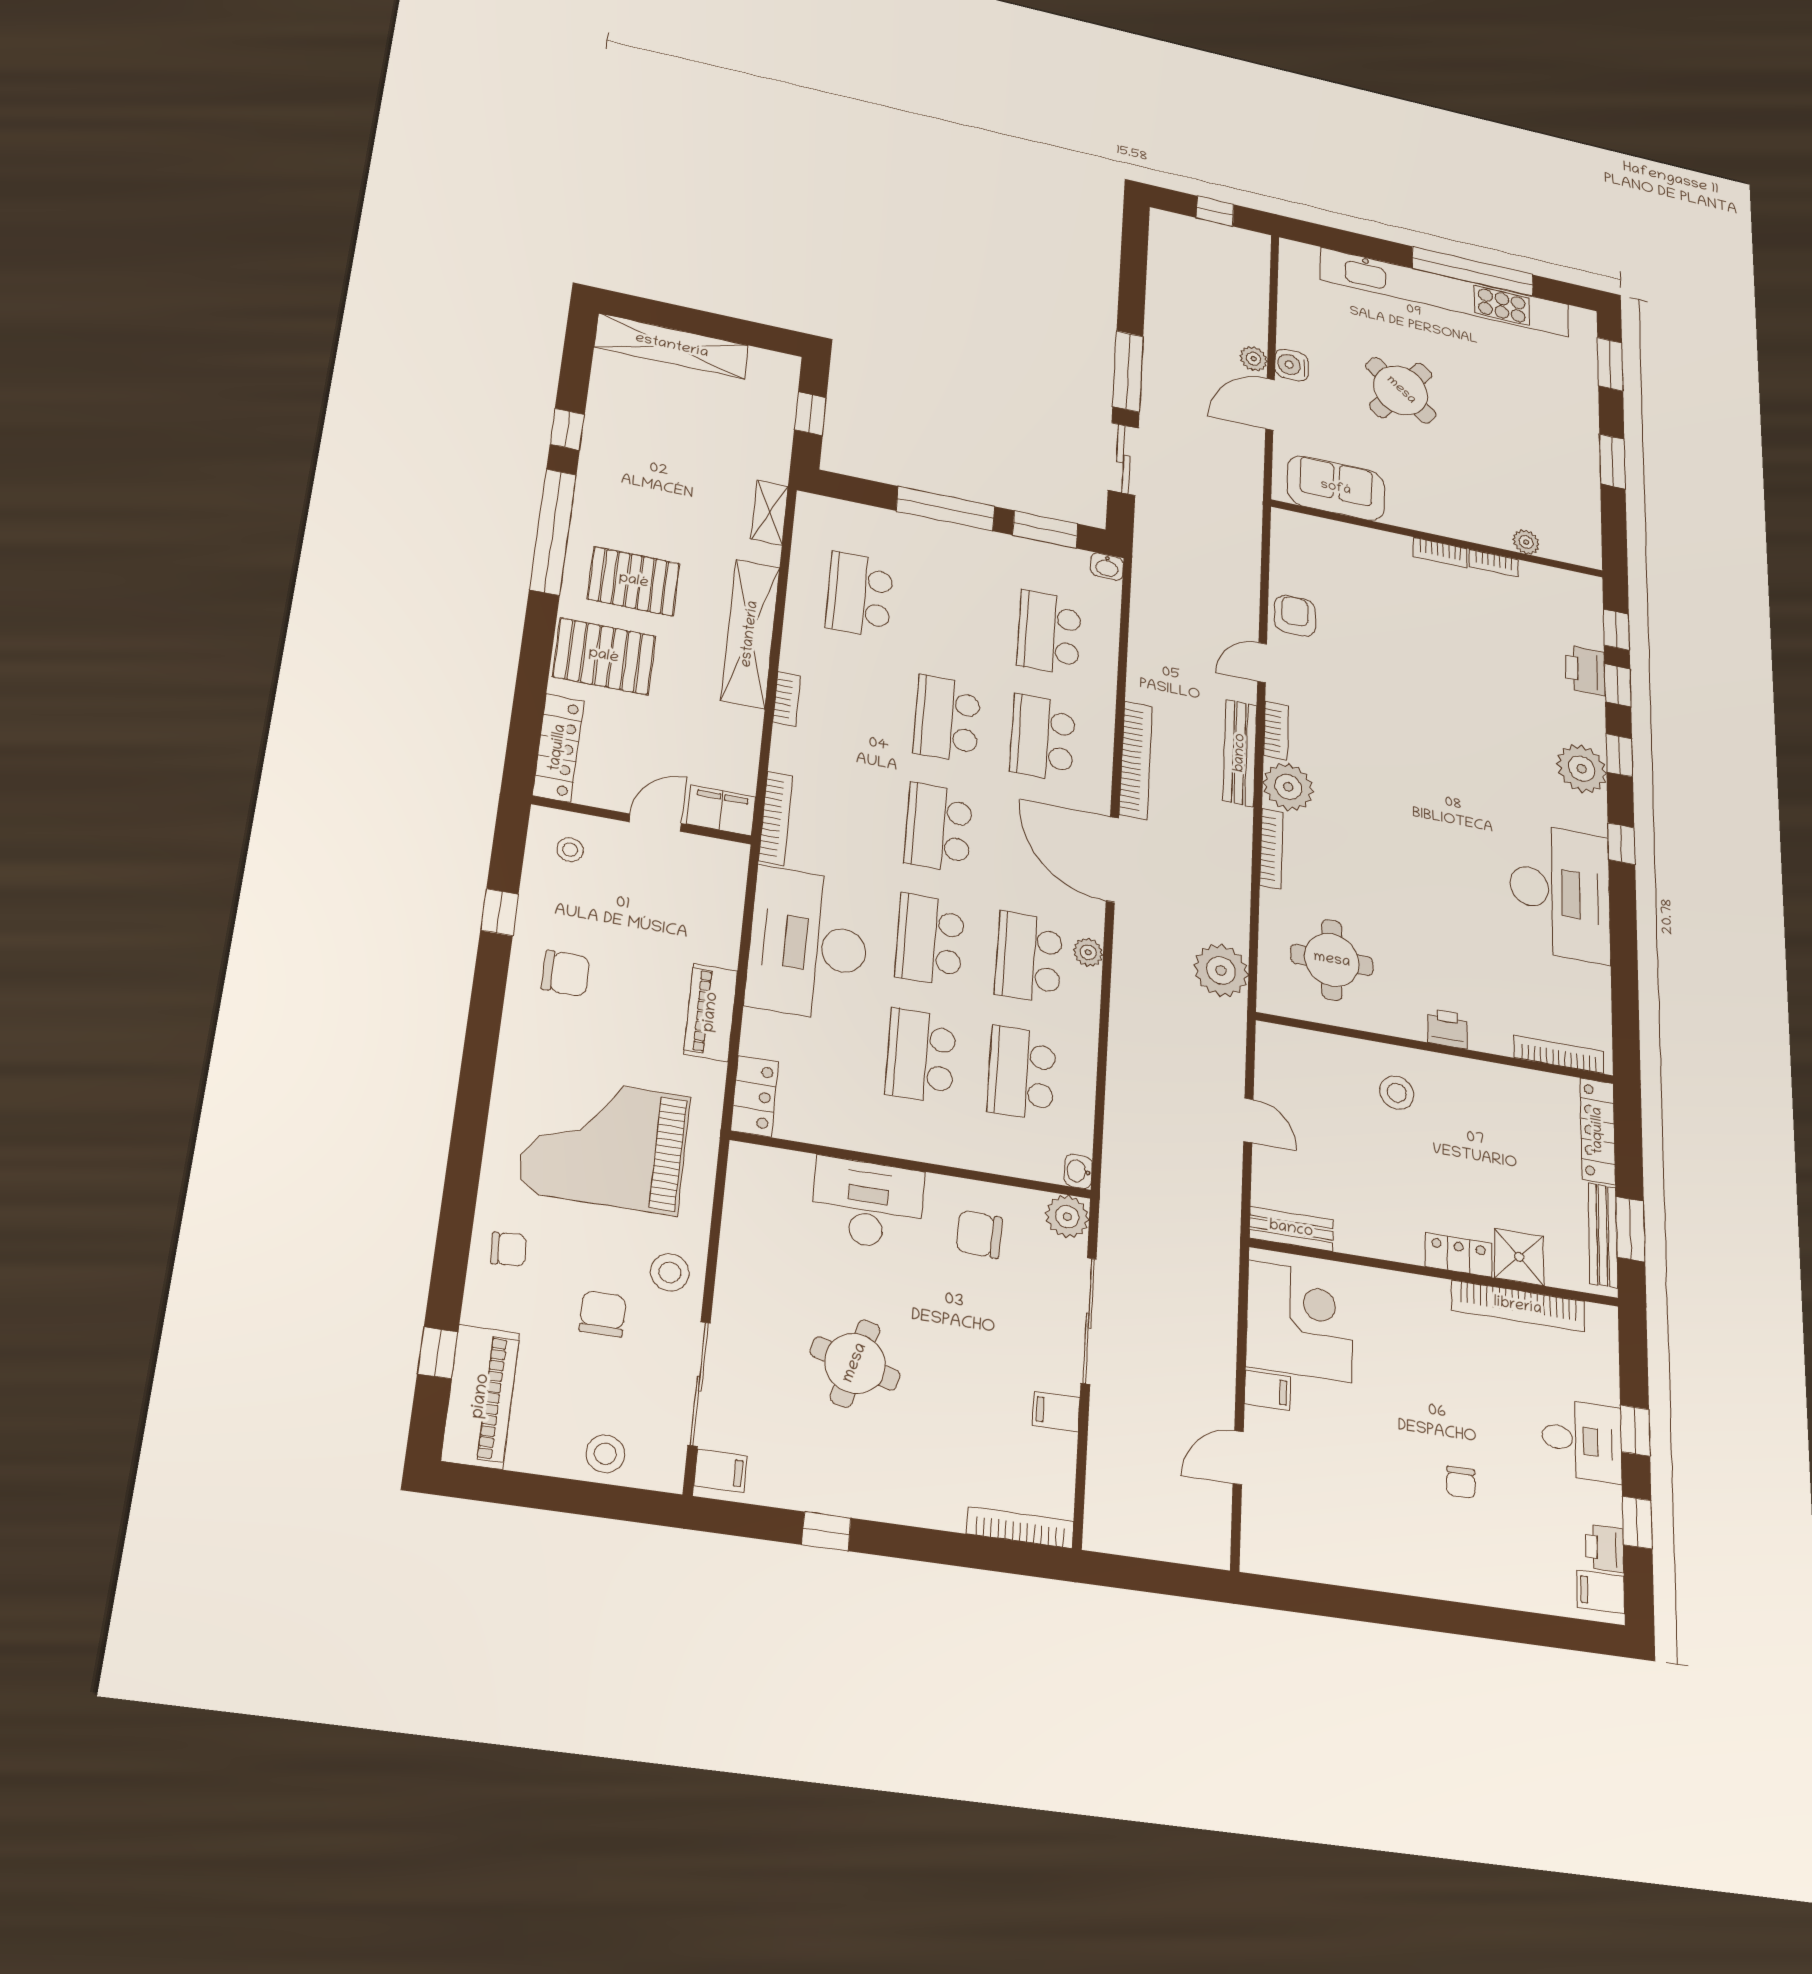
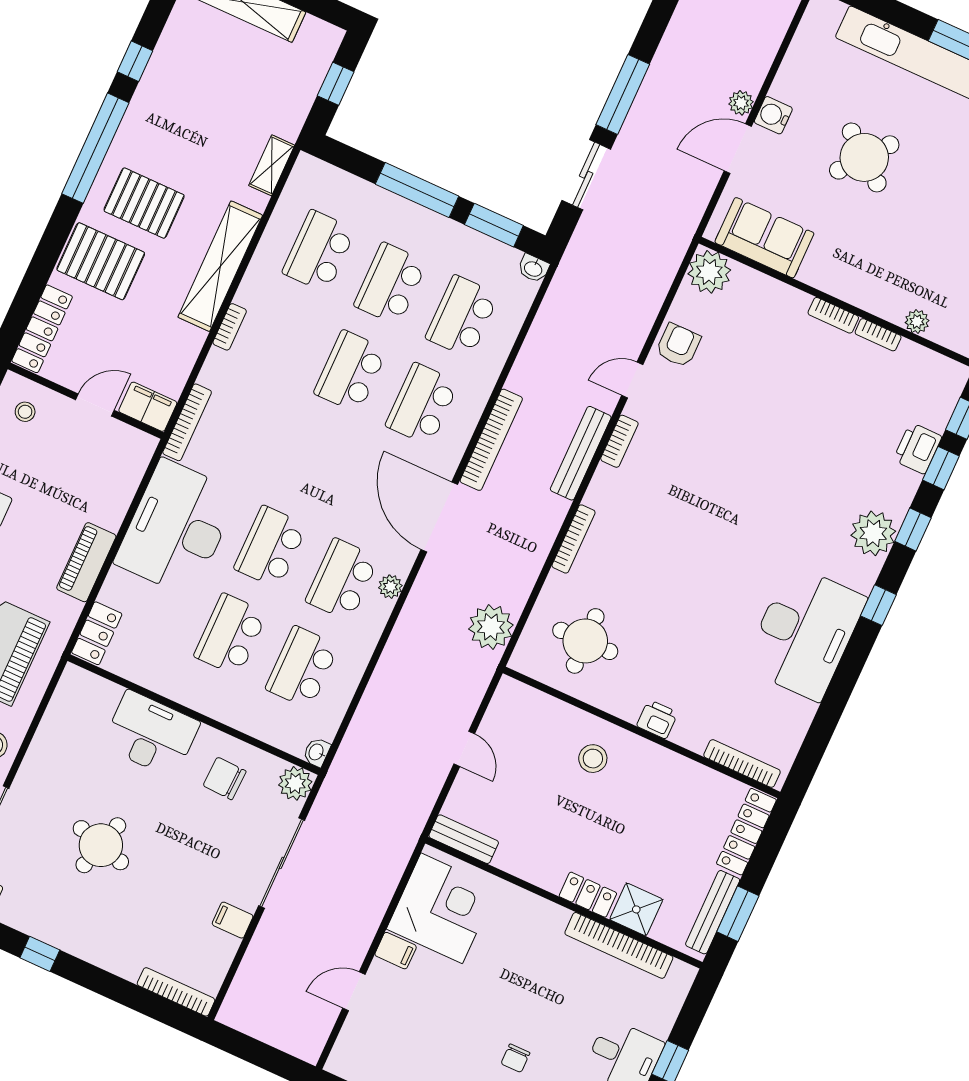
plant: (1288, 787) -> (709, 272), moved
school desk: (939, 828) -> (390, 284), moved

